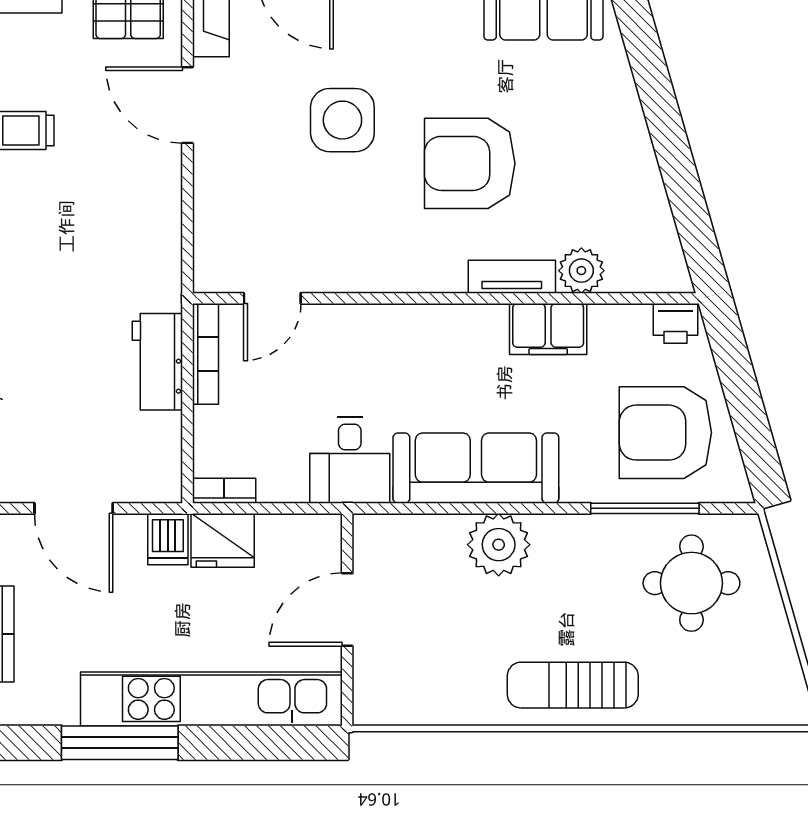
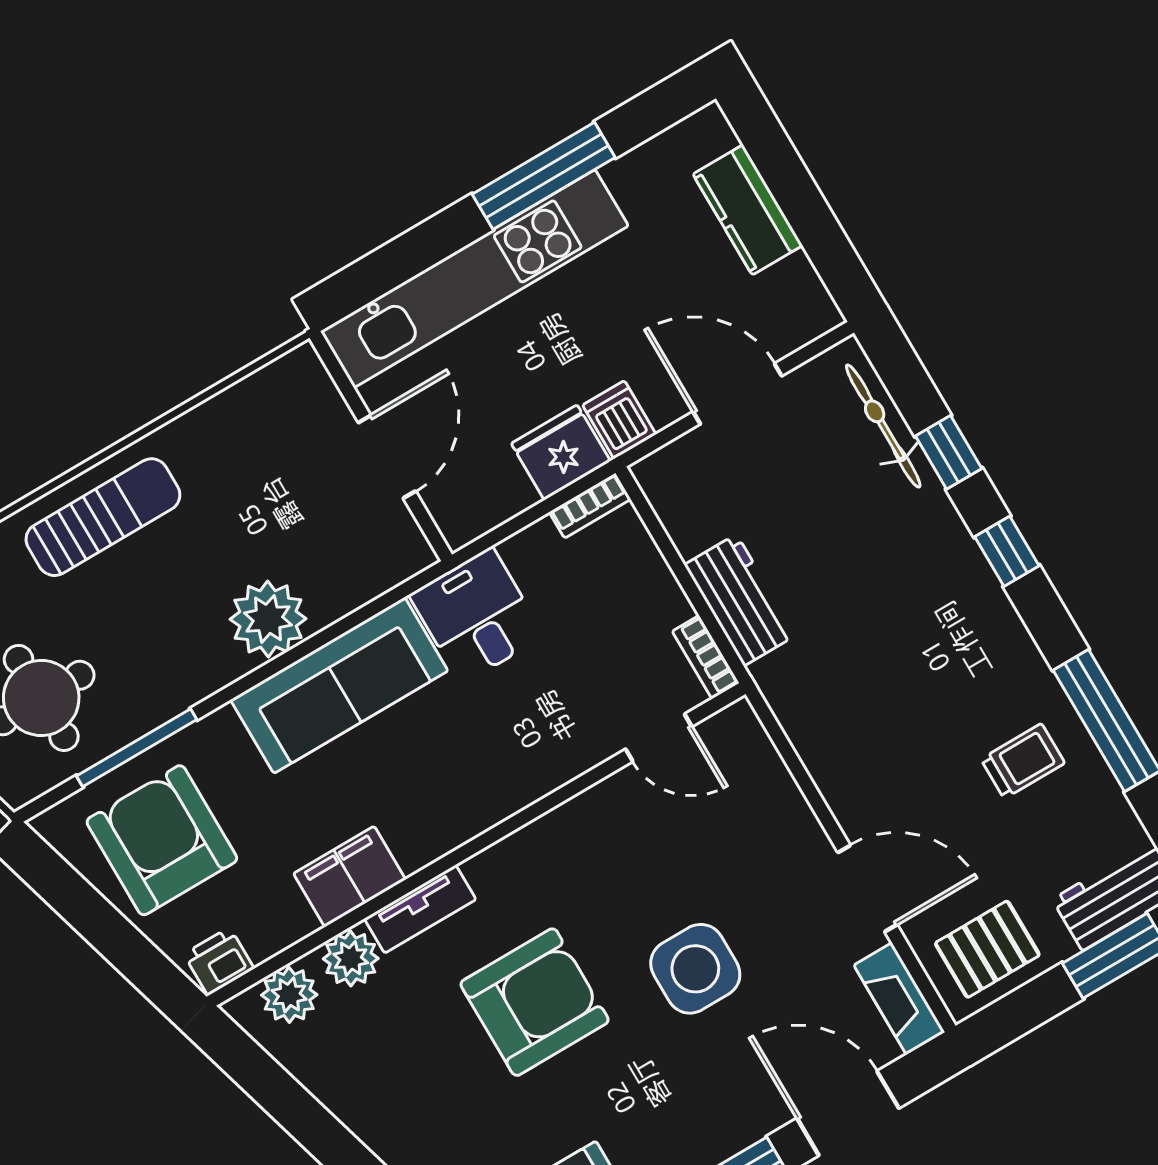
plant: (640, 270) -> (289, 995), added
door: (272, 298) -> (659, 738), swing flipped
bookcase: (206, 354) -> (706, 657), width x0.64
armchair: (665, 433) -> (162, 840), turned -90

